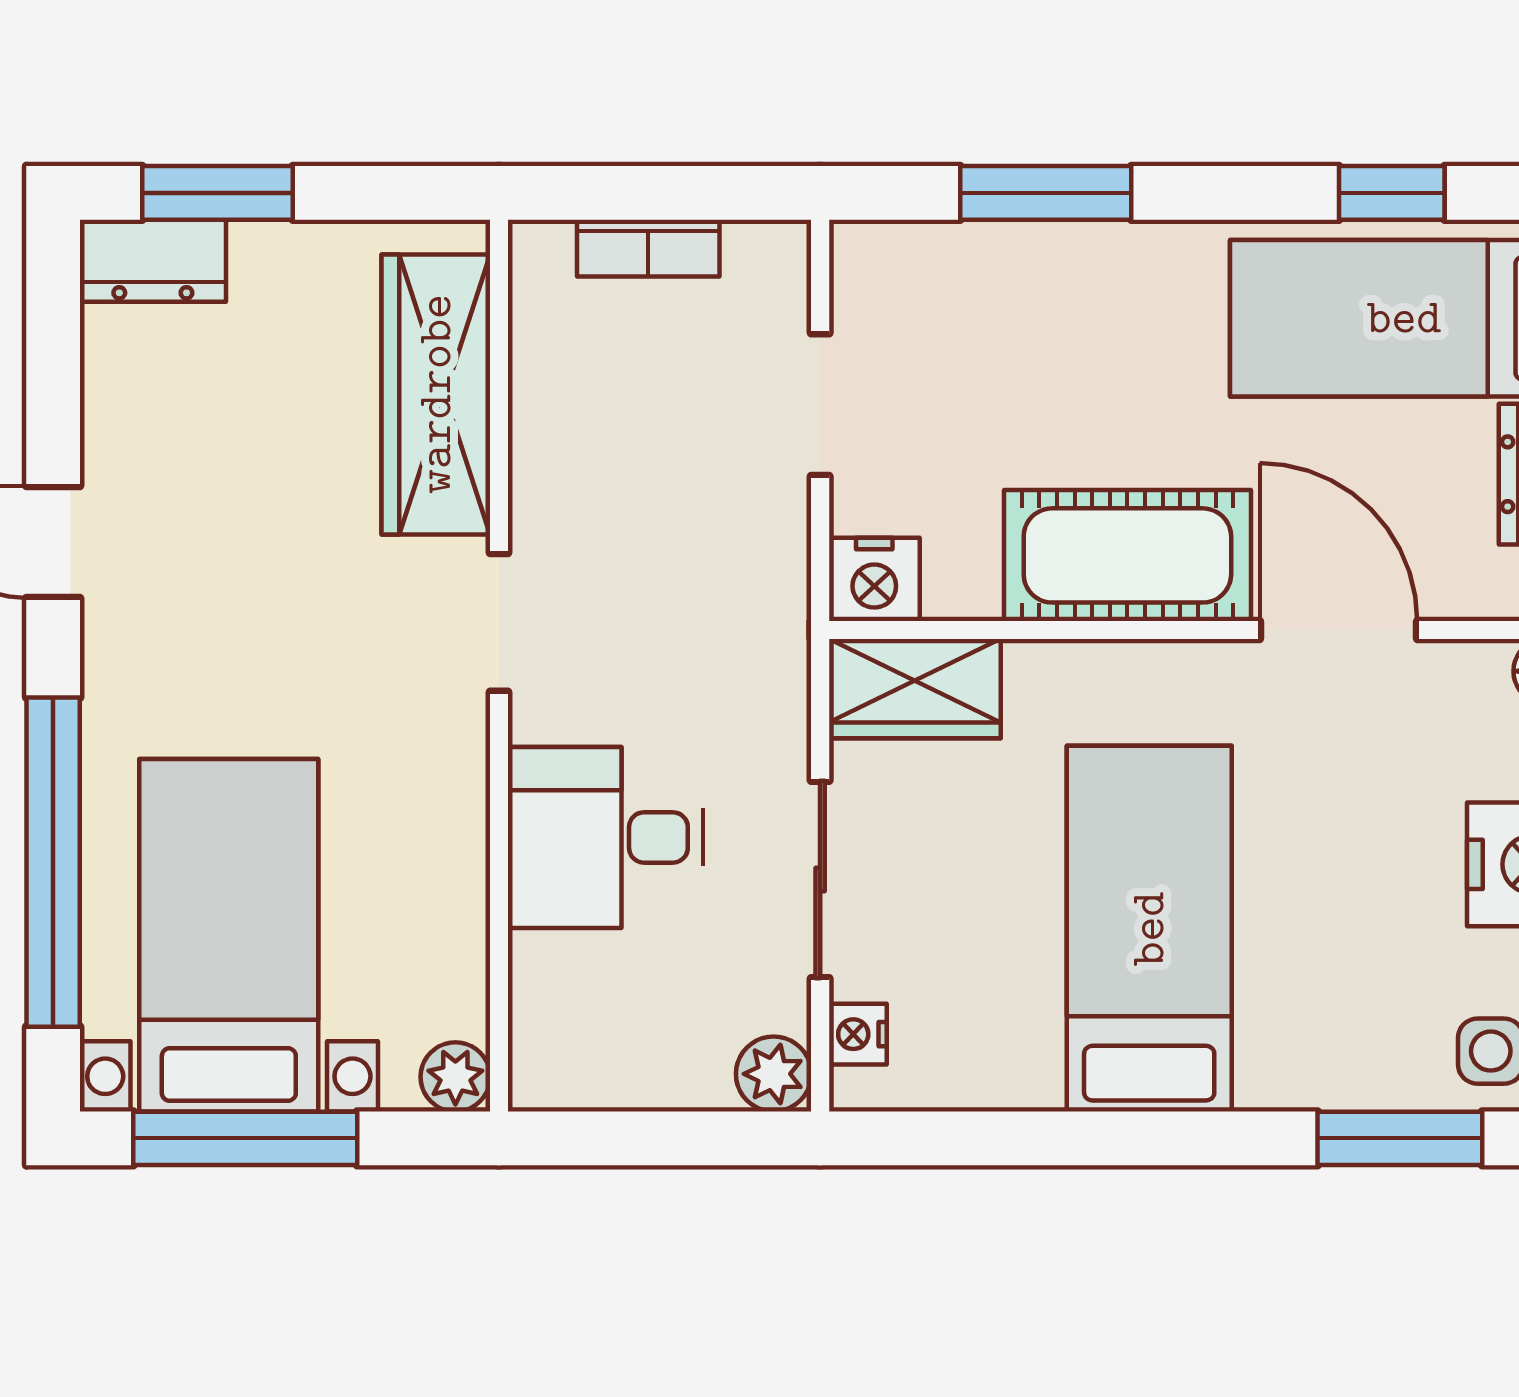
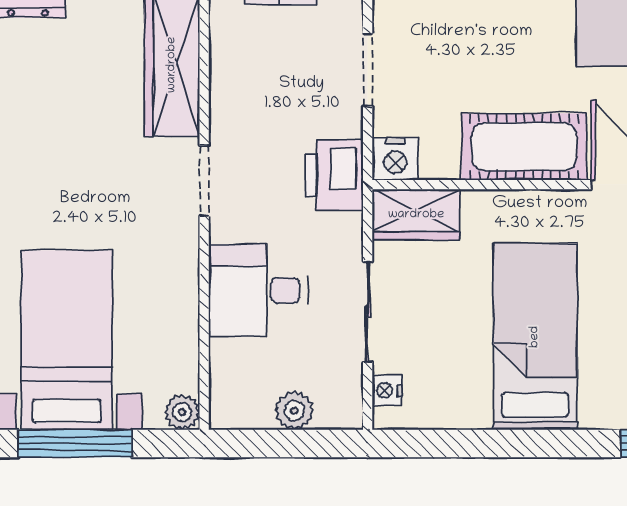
printer: (754, 611) -> (334, 175), added
plant: (774, 1074) -> (294, 411), moved

